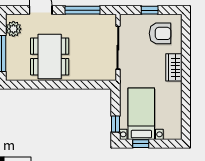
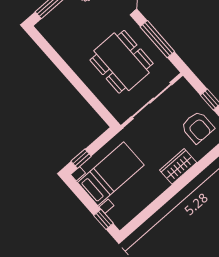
dining table: (50, 56) -> (122, 62), moved, turned 90
window: (141, 144) -> (103, 219), moved

